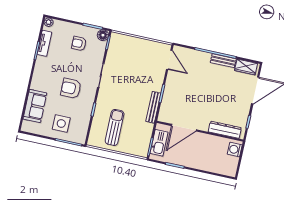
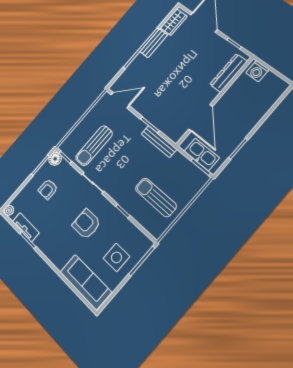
sun lounger: (127, 60) -> (94, 146), added
armchair: (71, 88) -> (86, 224), turned 90
sofa: (35, 106) -> (85, 282), width x1.36

